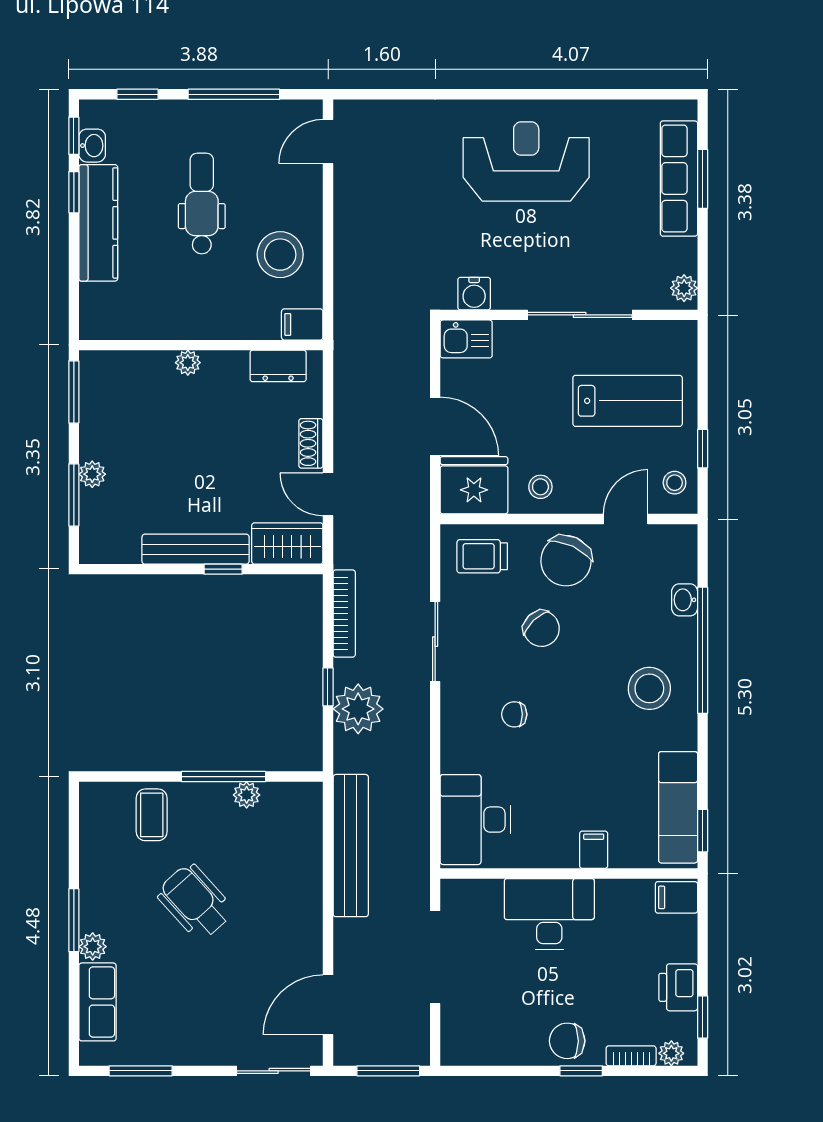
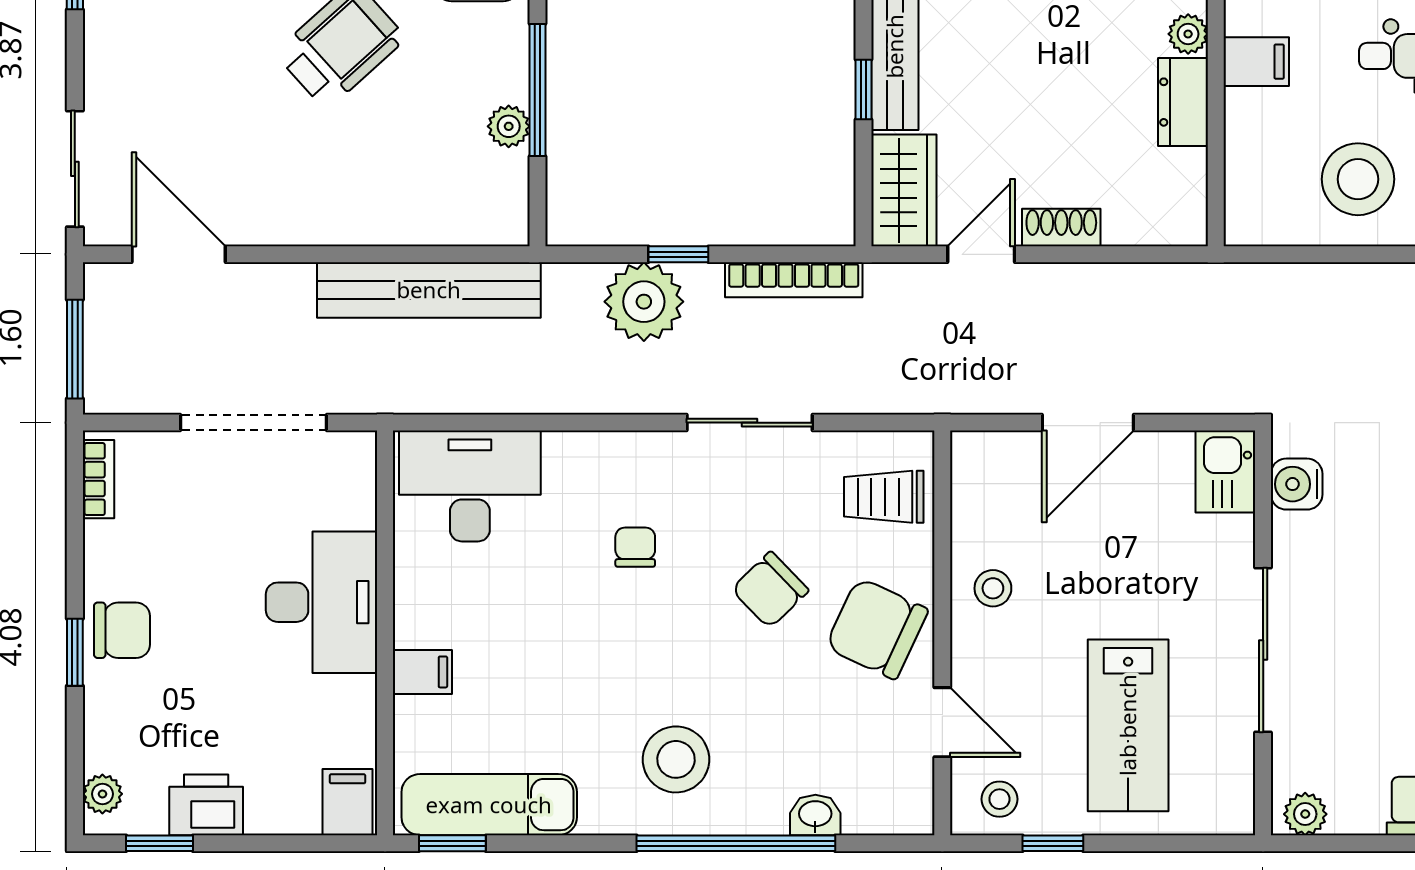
filing cabinet: (302, 324) -> (1256, 62), moved, turned 90
dresser: (278, 366) -> (1183, 102), moved
fridge: (474, 485) -> (995, 484), removed
trolley: (482, 556) -> (884, 497), turned -90
chair: (567, 1041) -> (122, 630), turned 90
bookcase: (631, 1056) -> (98, 479), moved

